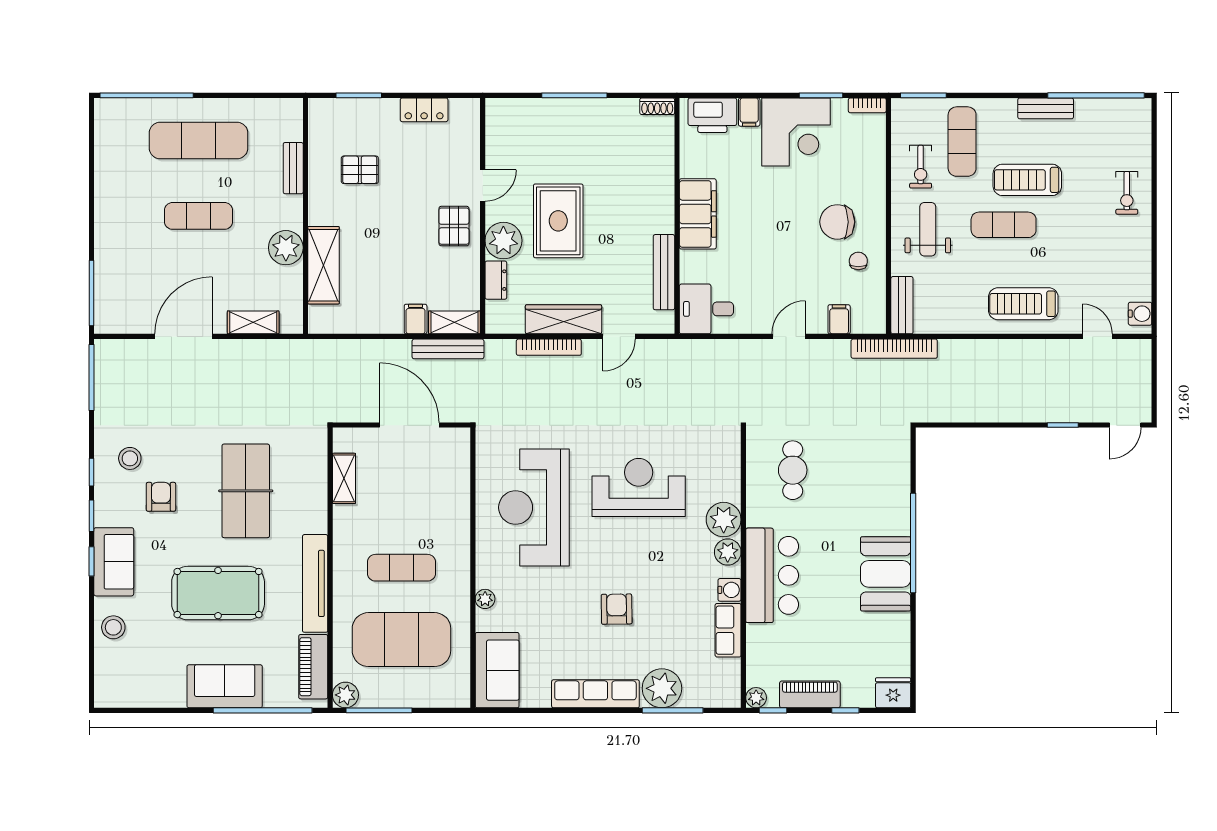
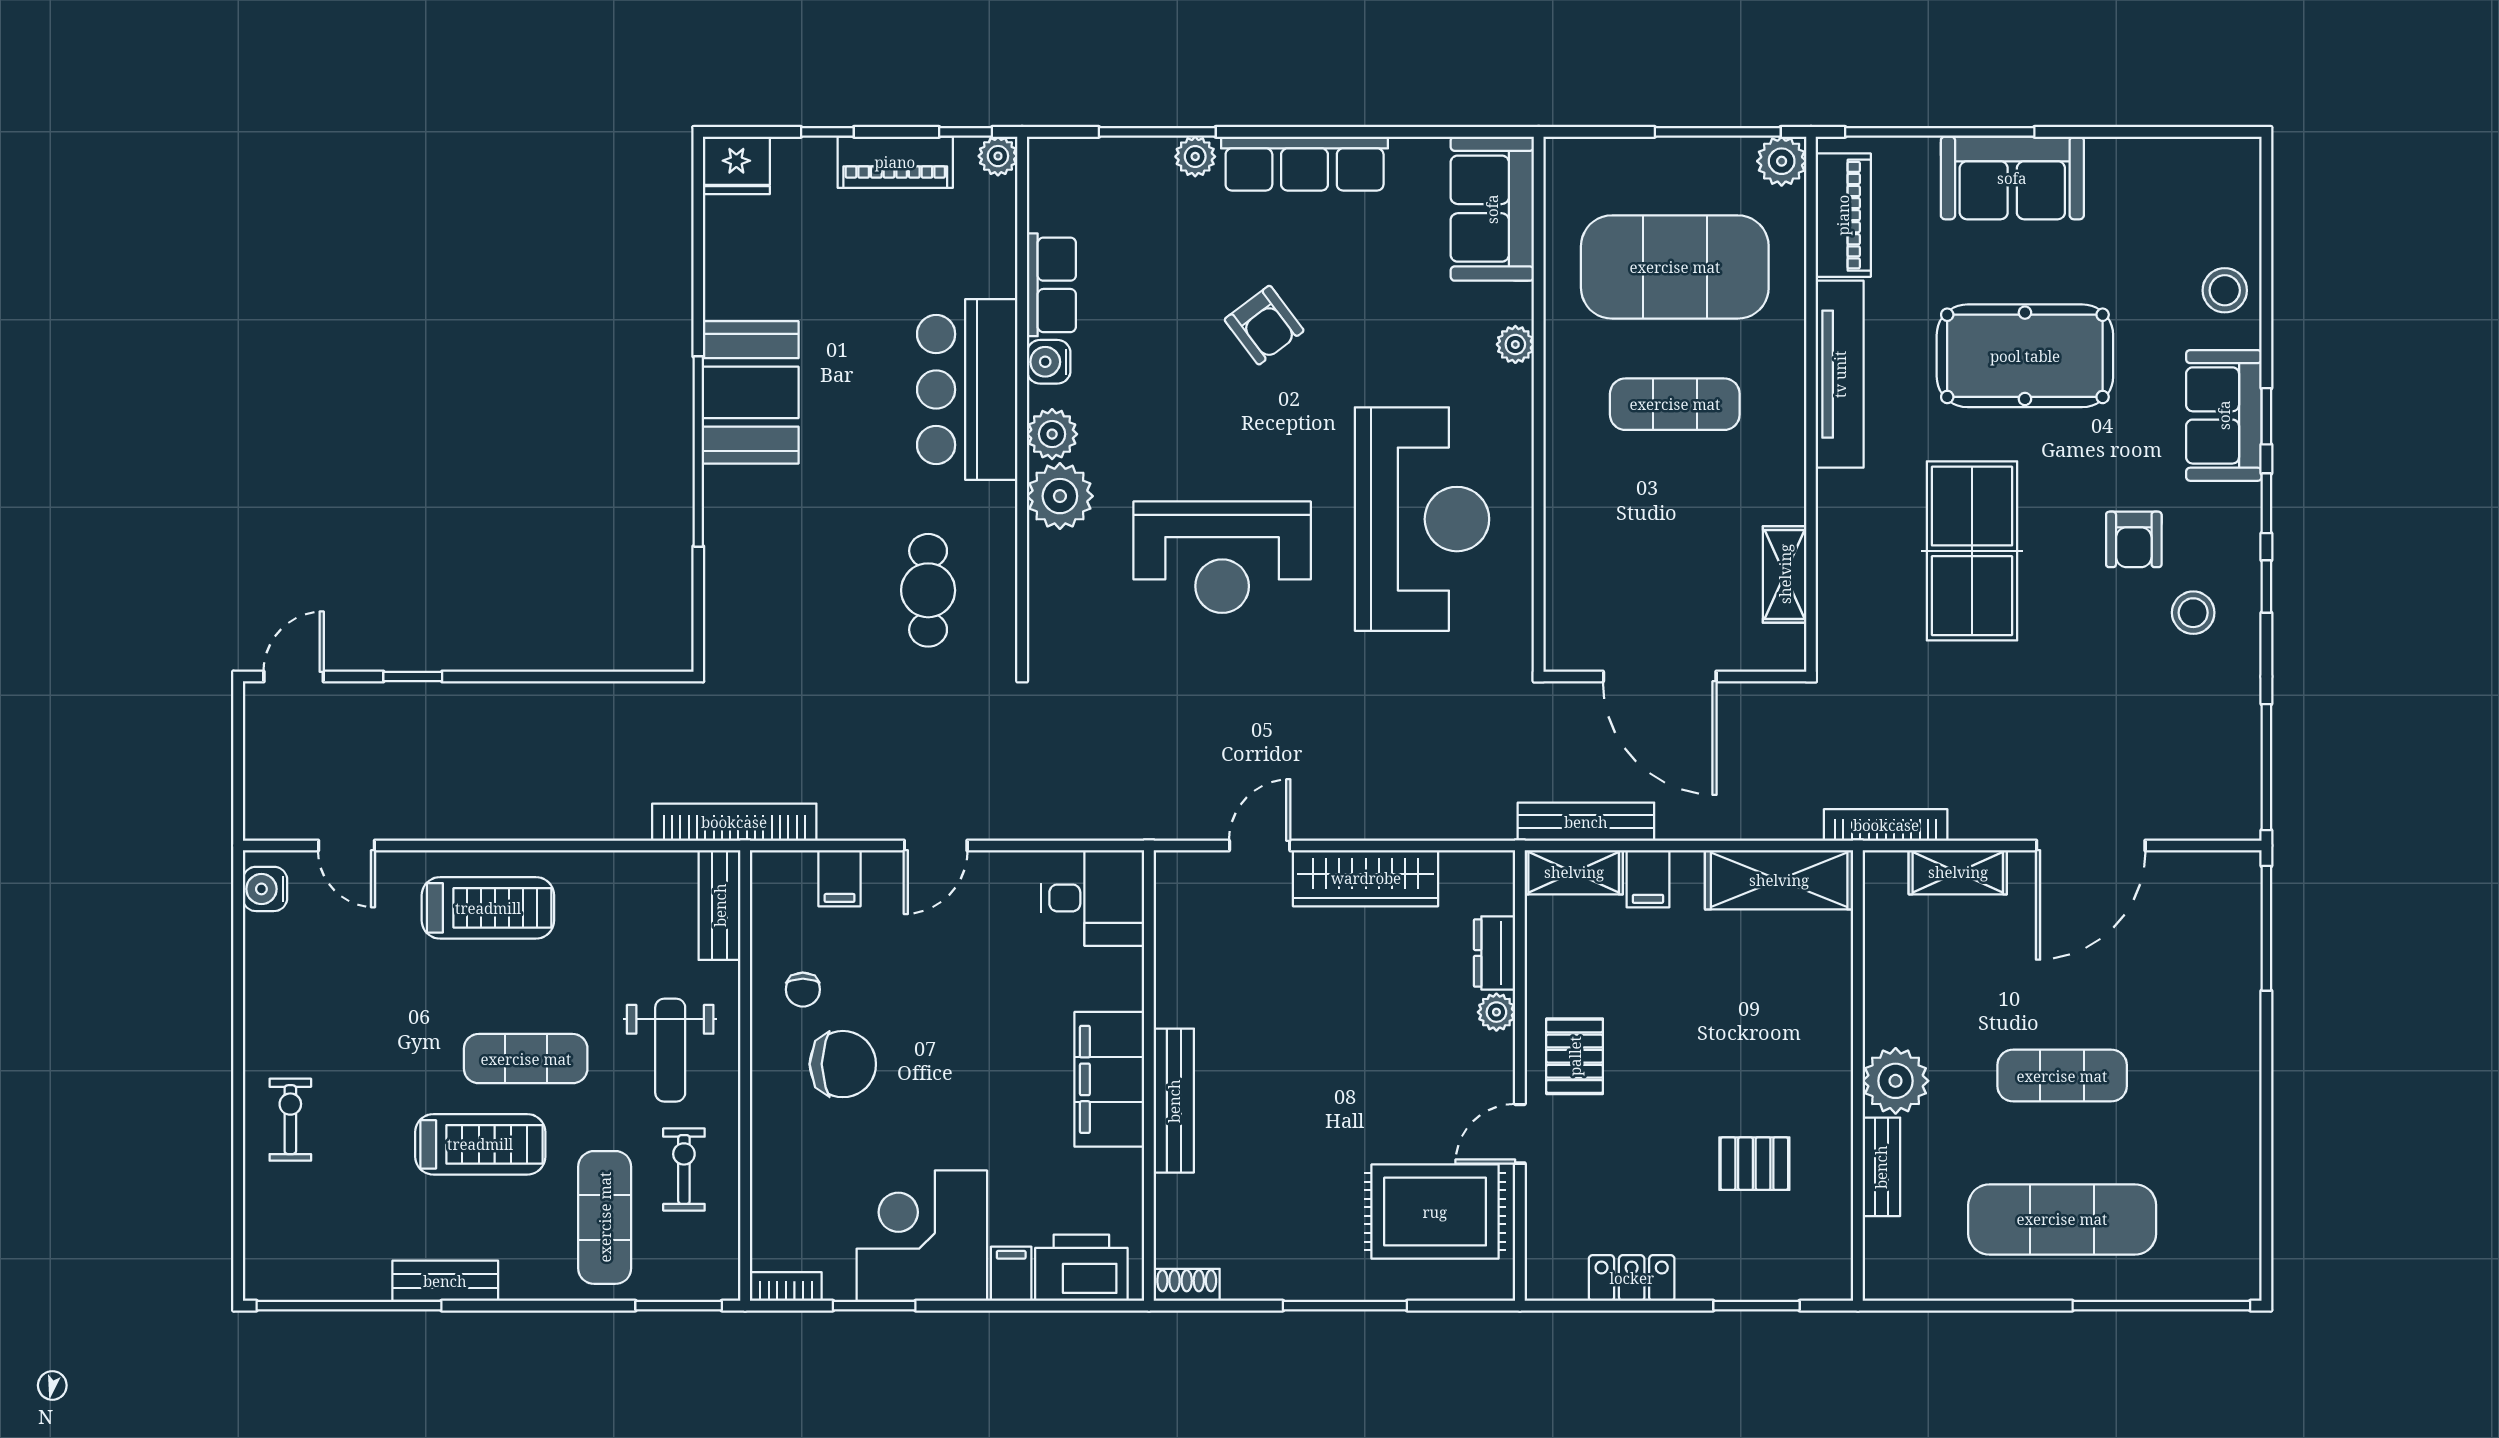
rug: (558, 221) -> (1435, 1212), moved, turned 90
plant: (503, 241) -> (1496, 1012), width x0.53, depth x0.53
plant: (286, 248) -> (1896, 1081), moved
shelving: (324, 265) -> (1779, 880), moved, turned 90
bench: (664, 272) -> (1174, 1101), moved
bookcase: (549, 347) -> (1886, 825), moved
armchair: (617, 609) -> (1264, 325), turned -36
plant: (662, 688) -> (1195, 157), width x0.53, depth x0.53

